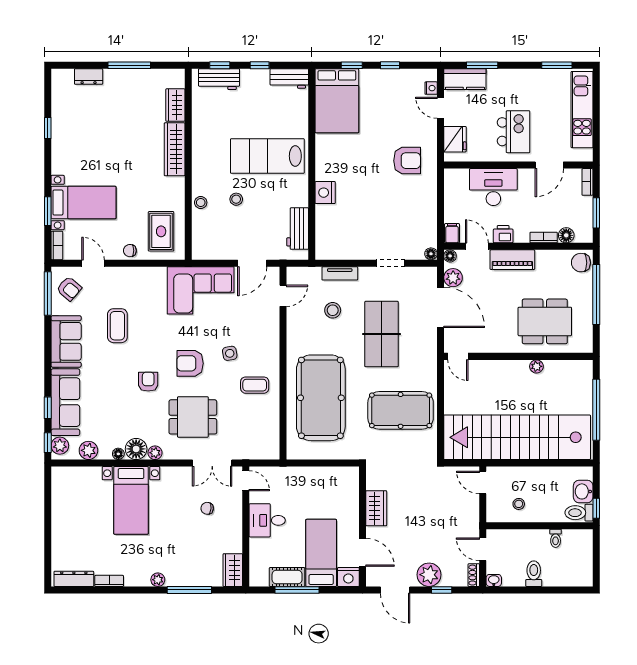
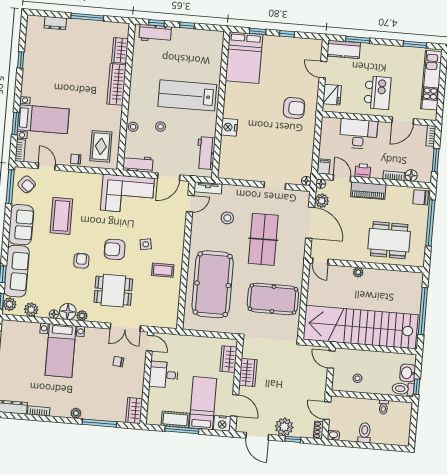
workbench: (289, 79) -> (138, 164), moved, turned 180
nightstand: (431, 88) -> (317, 54), removed
tv unit: (340, 273) -> (208, 188), moved
coffee table: (117, 326) -> (61, 216), width x1.36, depth x1.32
plant: (536, 366) -> (358, 272), moved
wardrobe: (349, 493) -> (228, 359), added

